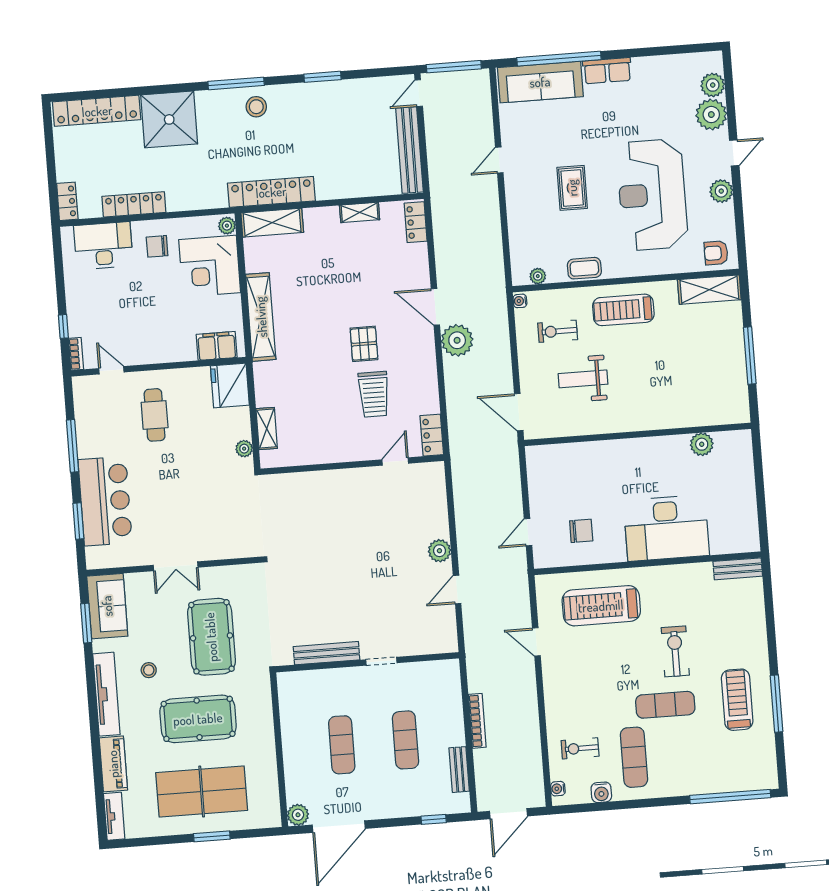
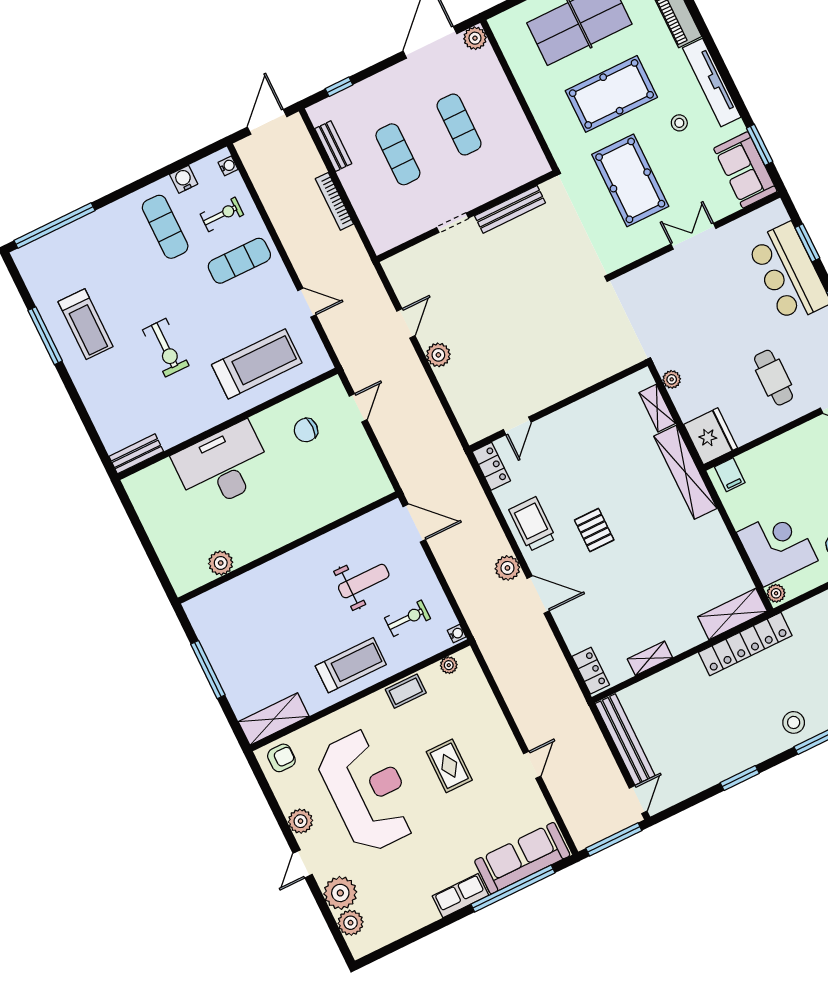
shelving: (261, 317) -> (685, 472), moved
plant: (457, 340) -> (507, 568), width x0.73, depth x0.73
filing cabinet: (217, 346) -> (730, 475), width x0.50
trolley: (374, 394) -> (532, 524), moved
exercise mat: (665, 705) -> (239, 261), moved

